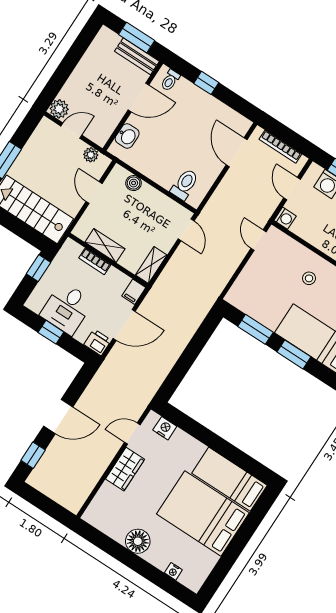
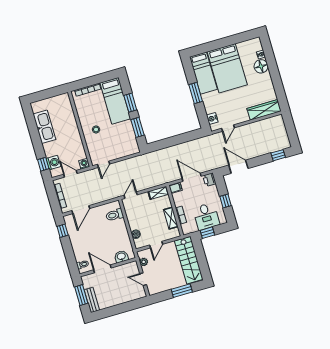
bench: (137, 56) -> (92, 300), moved
window: (206, 83) -> (63, 231), moved
plant: (59, 109) -> (140, 293), removed
door: (292, 189) -> (70, 174), swing flipped
desk: (67, 308) -> (206, 216), moved, turned 90
door: (58, 416) -> (238, 167), moved
door: (132, 434) -> (228, 128), hinge flipped
window: (217, 443) -> (196, 93), added
wardrobe: (125, 469) -> (264, 110), moved, width x1.50
floor lamp: (138, 541) -> (261, 66), moved

